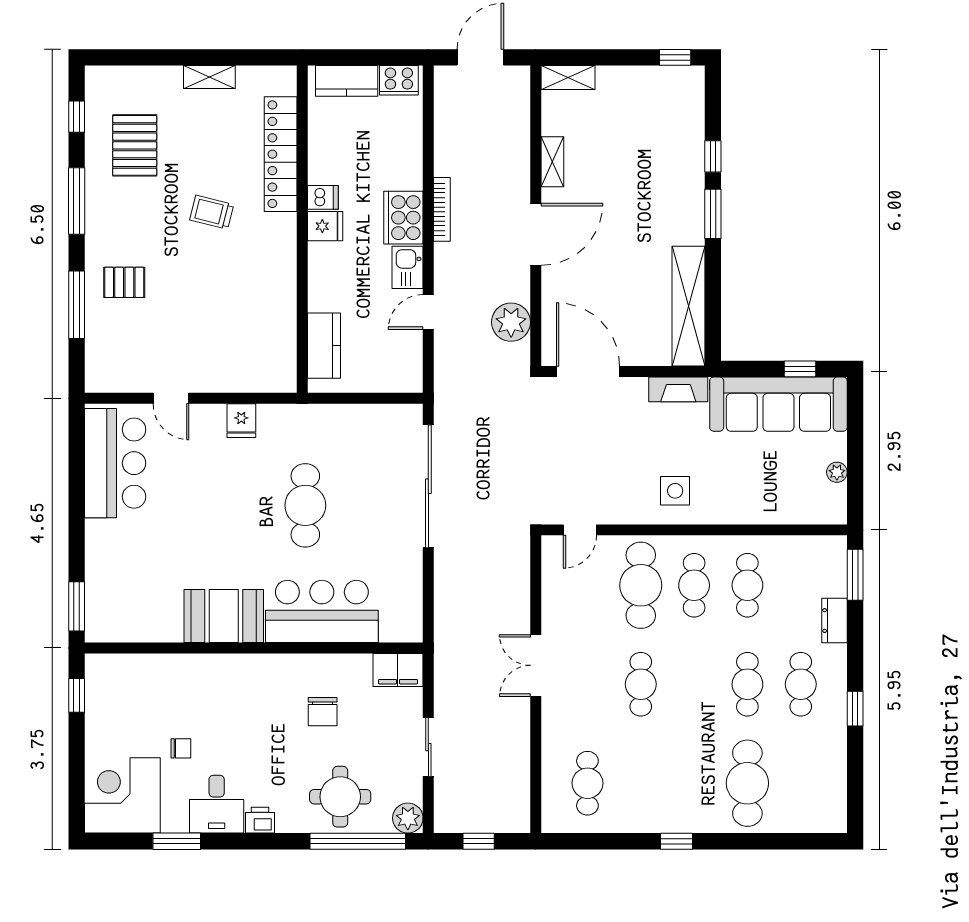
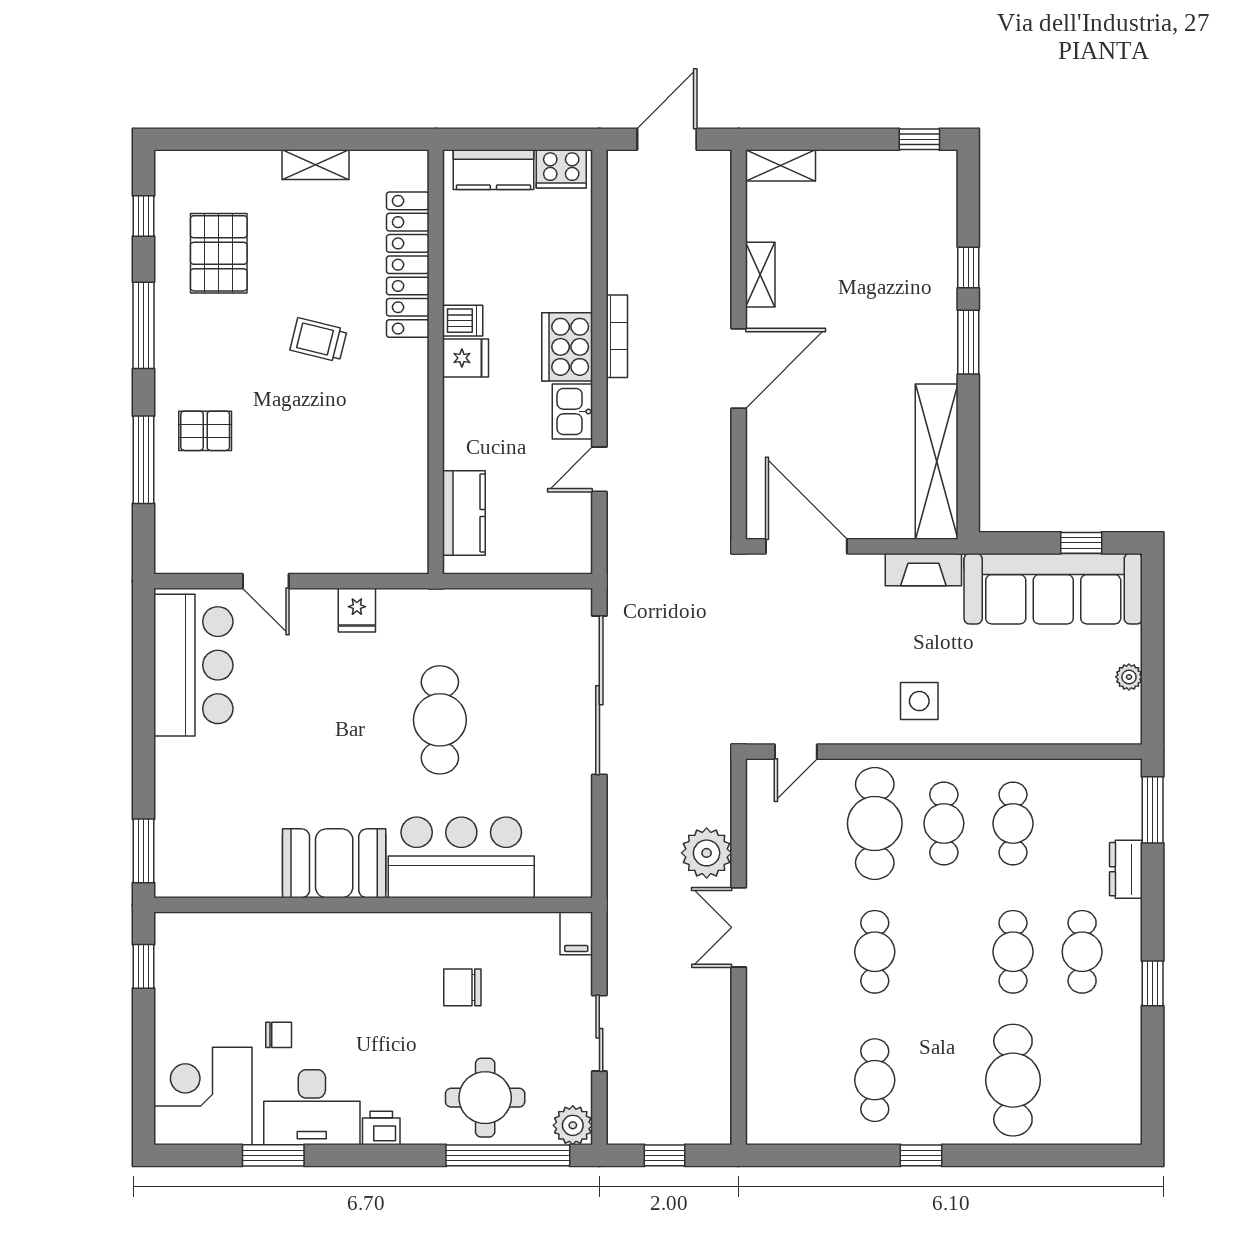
plant: (511, 322) -> (707, 853), moved
filing cabinet: (398, 670) -> (576, 933), width x0.50
chair: (323, 712) -> (462, 987), turned 90
cafe table: (587, 783) -> (875, 1080), moved
desk: (217, 804) -> (312, 1107), width x1.37

